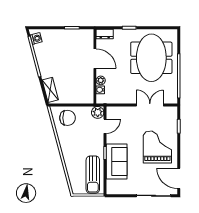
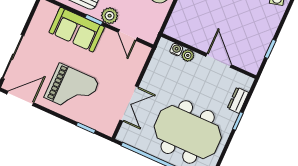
dresser: (105, 34) -> (238, 100), moved
door: (95, 59) -> (219, 60), swing flipped
plant: (98, 112) -> (110, 16), moved

